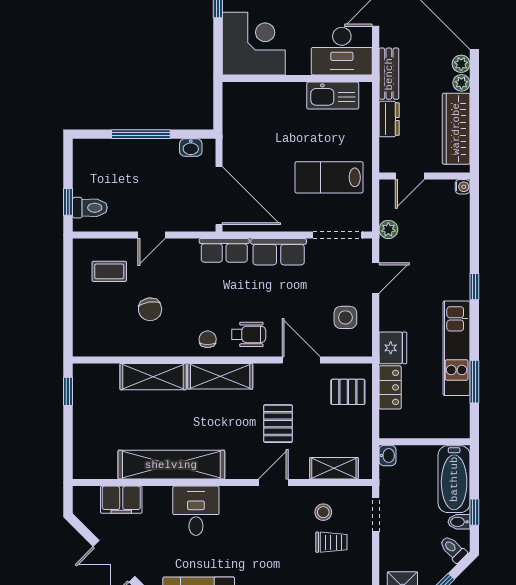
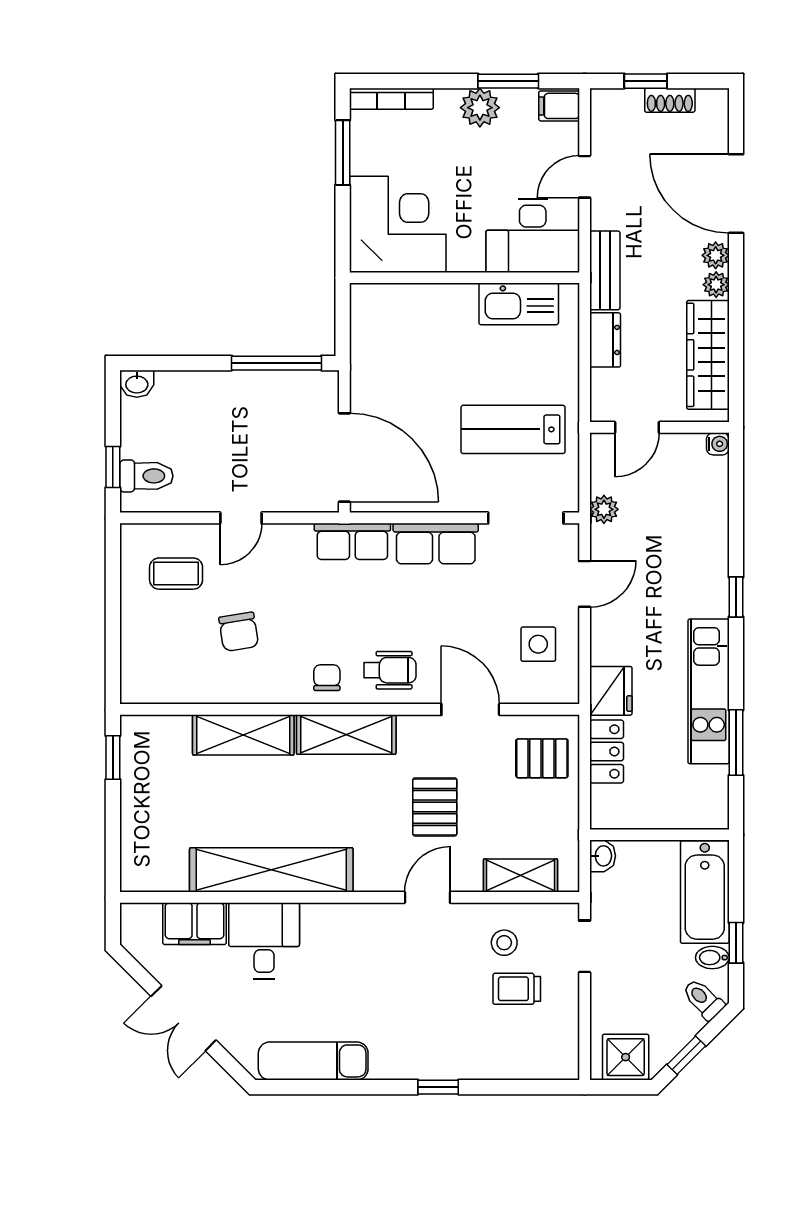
window: (141, 134) -> (277, 363), moved
washbasin: (191, 148) -> (137, 384), moved
desk: (196, 511) -> (264, 941), moved
trolley: (331, 542) -> (517, 989), turned 180

